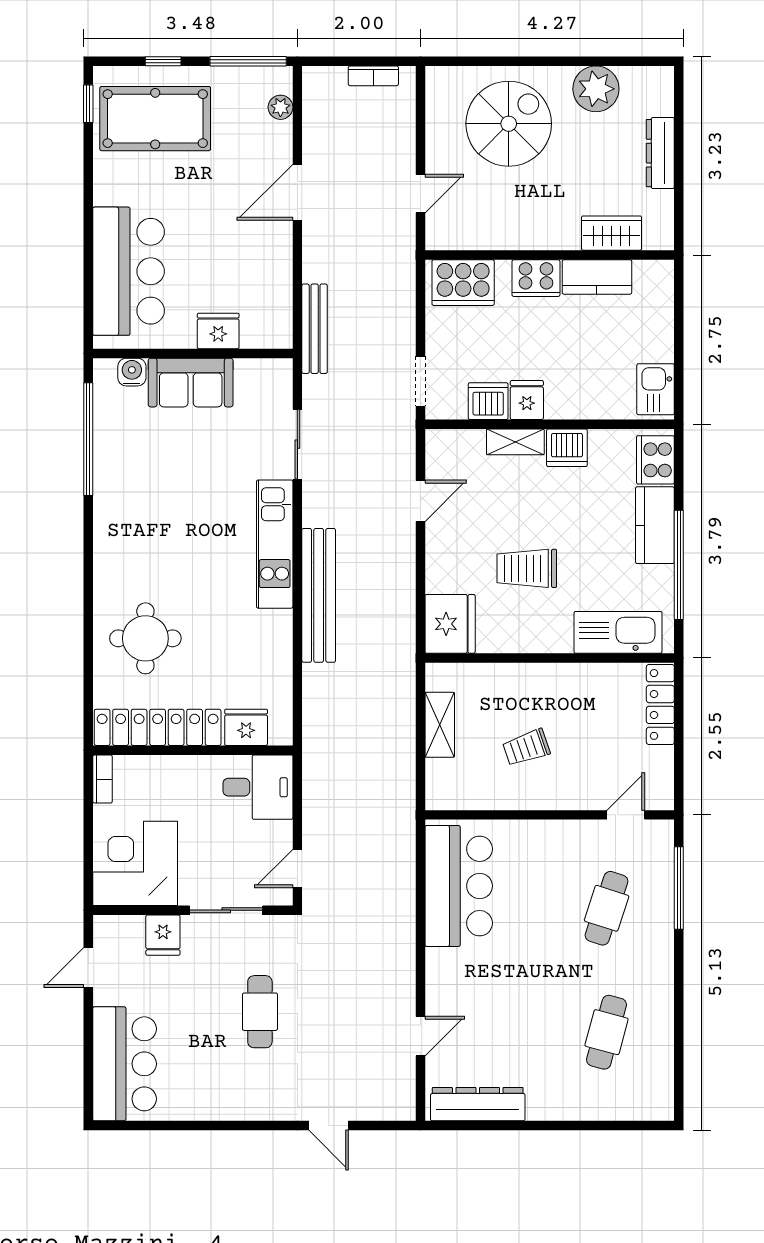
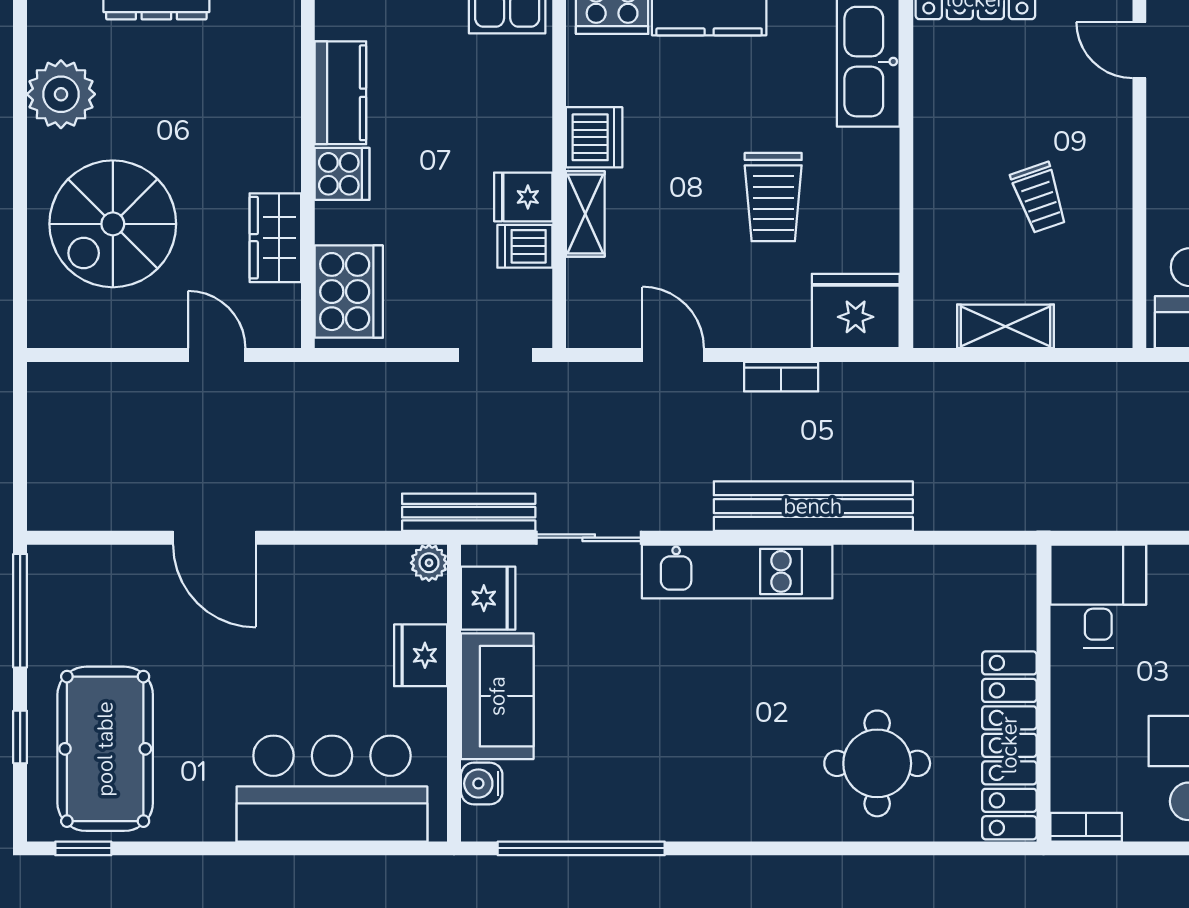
bookcase: (373, 76) -> (781, 377), moved, turned 90
plant: (280, 107) -> (429, 563), moved
spiral stairs: (509, 124) -> (113, 224), turned -90
wardrobe: (612, 233) -> (275, 238), moved
cooker: (536, 278) -> (342, 174), width x0.73
bench: (315, 329) -> (469, 512), moved
dishwasher: (488, 401) -> (525, 246), width x0.73
fridge: (246, 727) -> (488, 598), moved, turned 180

